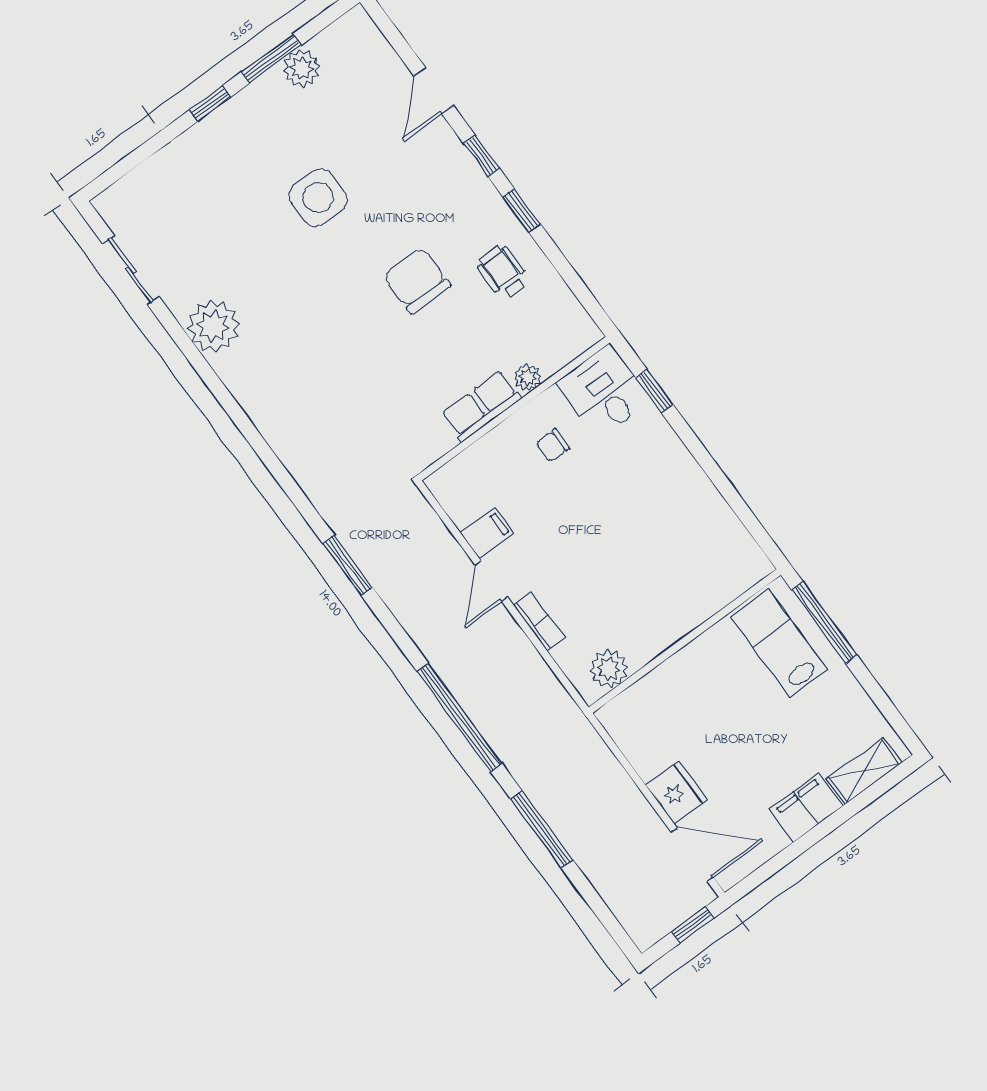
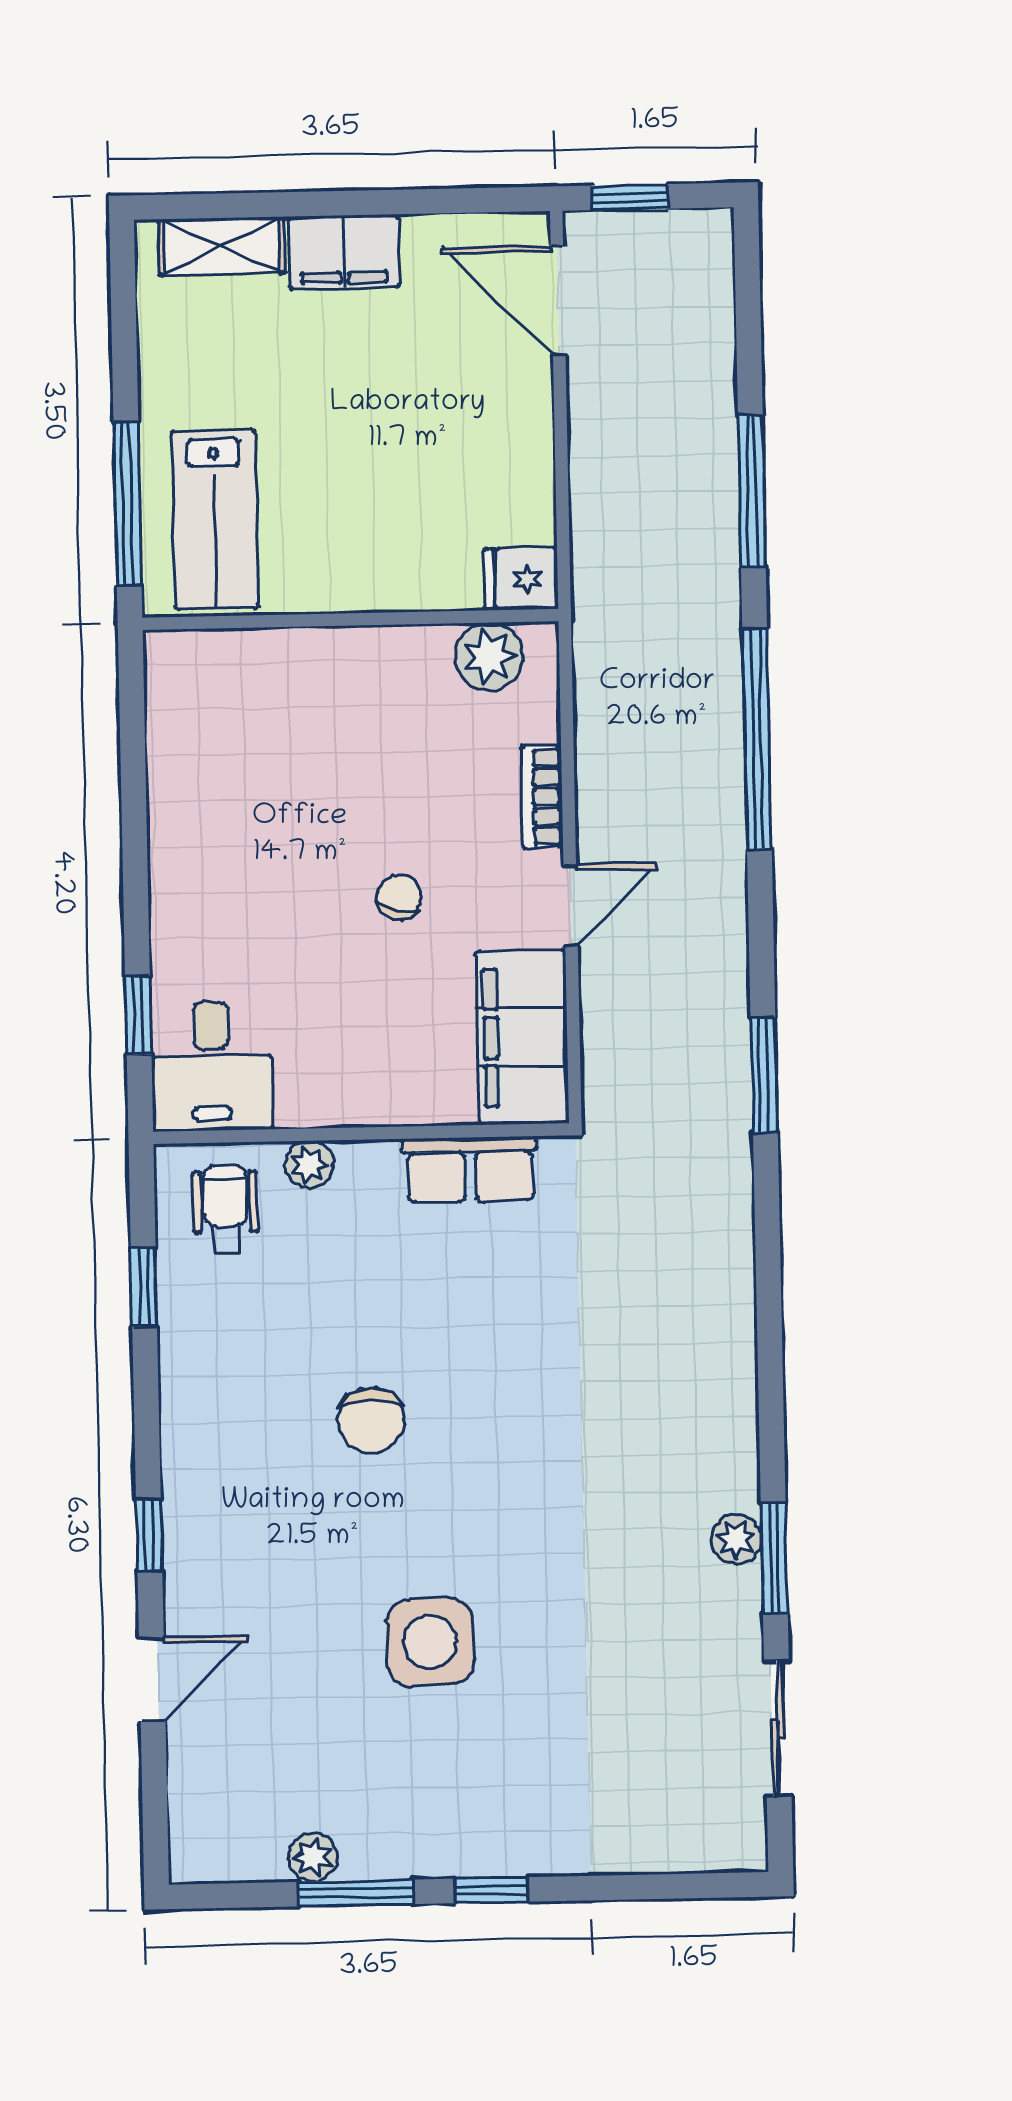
plant: (301, 68) -> (313, 1857), width x0.73, depth x0.73
window: (522, 210) -> (144, 1287), moved
wheelchair: (503, 272) -> (225, 1209), moved, turned 180
chair: (417, 280) -> (371, 1420), width x0.73, depth x0.73
plant: (213, 326) -> (737, 1539), width x0.53, depth x0.53
window: (187, 347) -> (774, 1558), added
row of seats: (481, 406) -> (470, 1170), moved
chair: (553, 445) -> (399, 897), moved, turned -79
filing cabinet: (487, 533) -> (522, 1037), width x3.00, depth x1.17
fridge: (677, 792) -> (521, 579), moved, width x0.72

